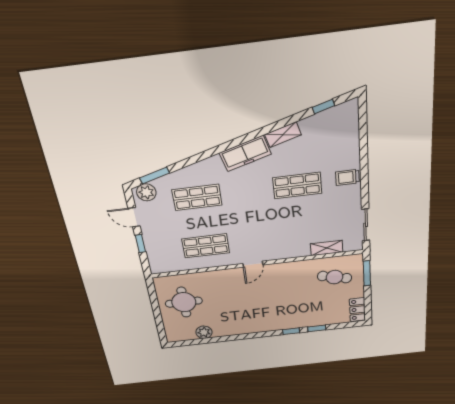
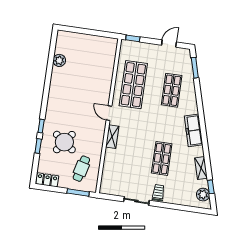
shelving: (283, 135) -> (201, 168), moved
plant: (146, 192) -> (203, 195), moved
sliding door: (366, 225) -> (136, 201), moved
window: (140, 243) -> (133, 38), moved
shop shelf: (206, 246) -> (133, 85), width x1.43, depth x1.36
shelving: (327, 248) -> (112, 137), moved
round table: (184, 302) -> (64, 142), moved, turned 37

